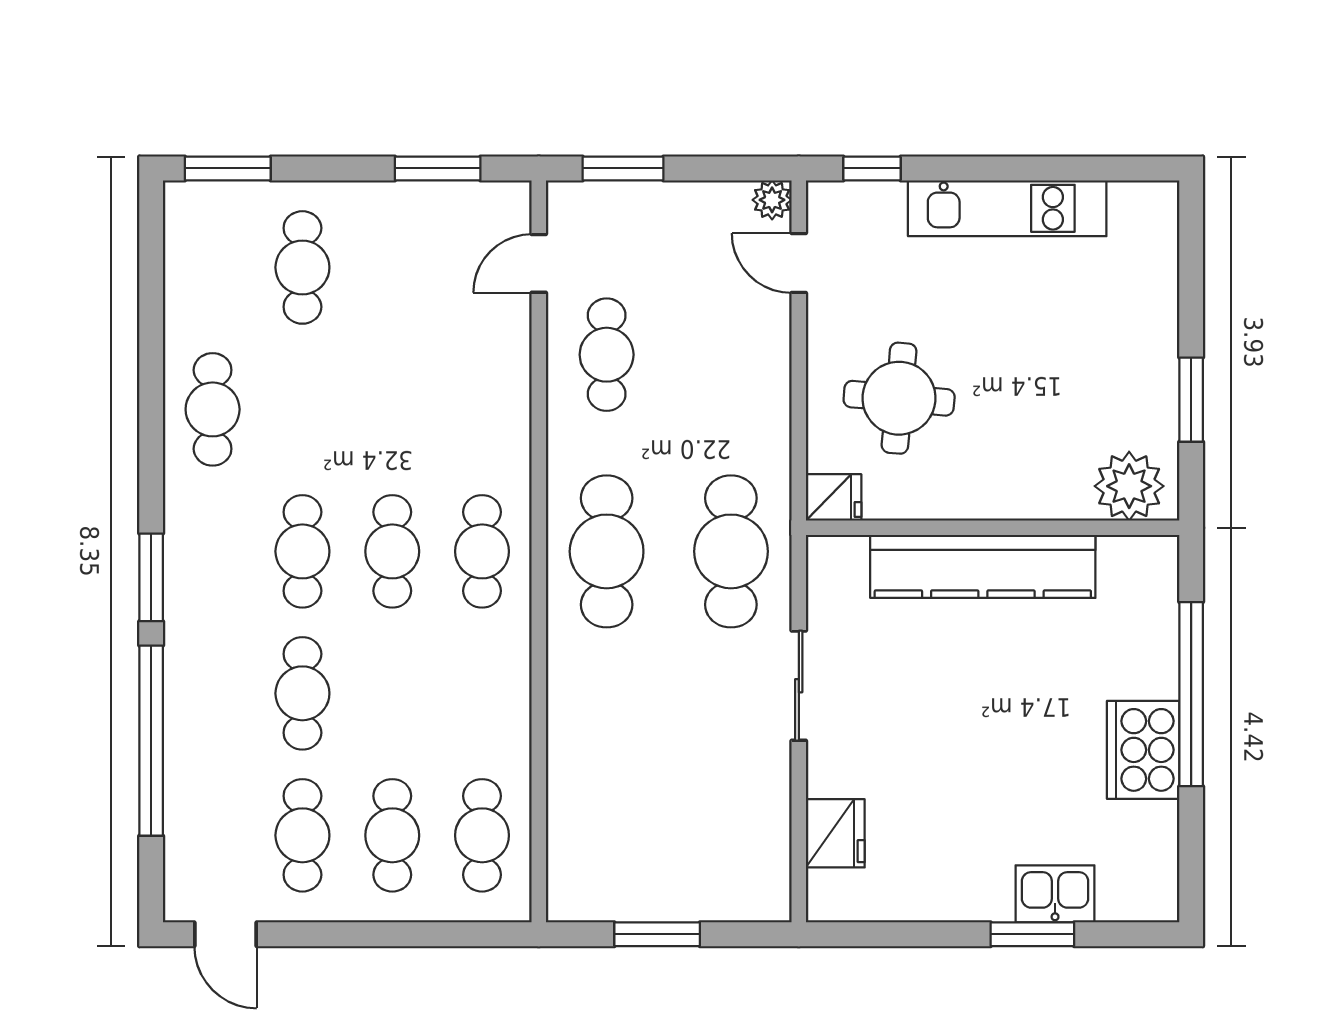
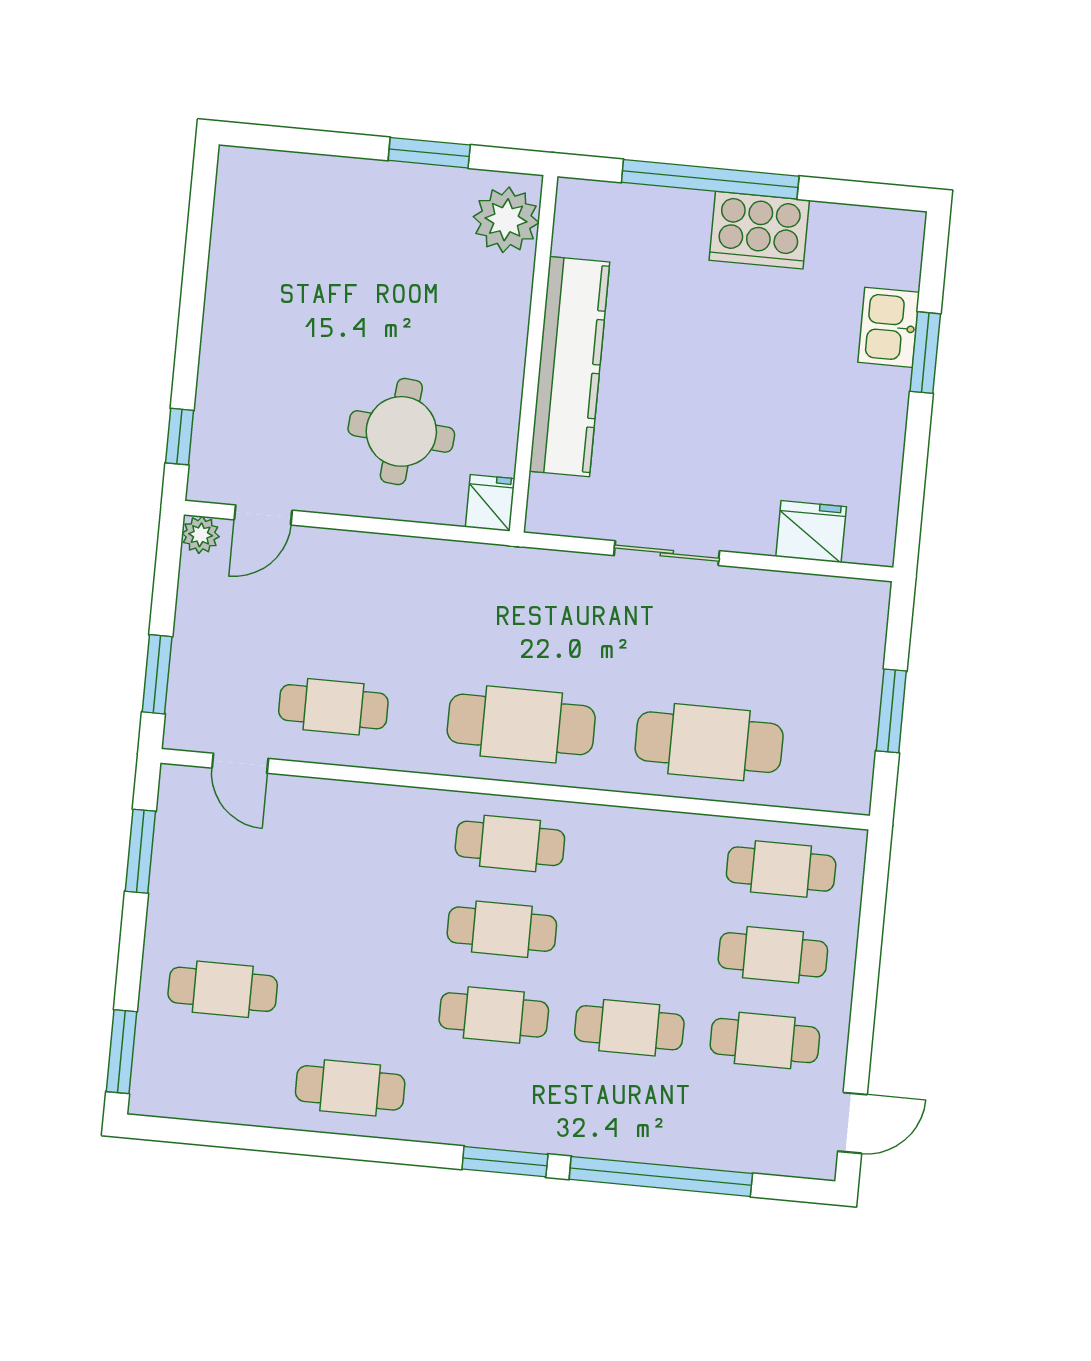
kitchen unit: (1007, 208) -> (230, 311), removed
cafe table: (731, 551) -> (709, 742), moved

